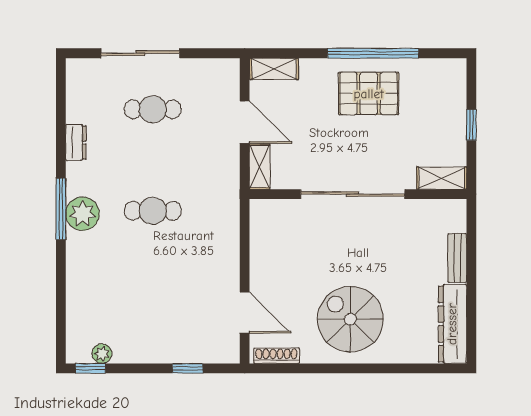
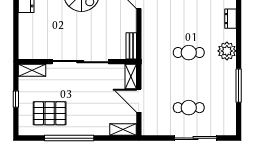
pallet: (369, 94) -> (50, 113), moved
dresser: (76, 142) -> (231, 19), moved
window: (61, 209) -> (239, 86), moved
bench: (457, 258) -> (131, 46), moved

